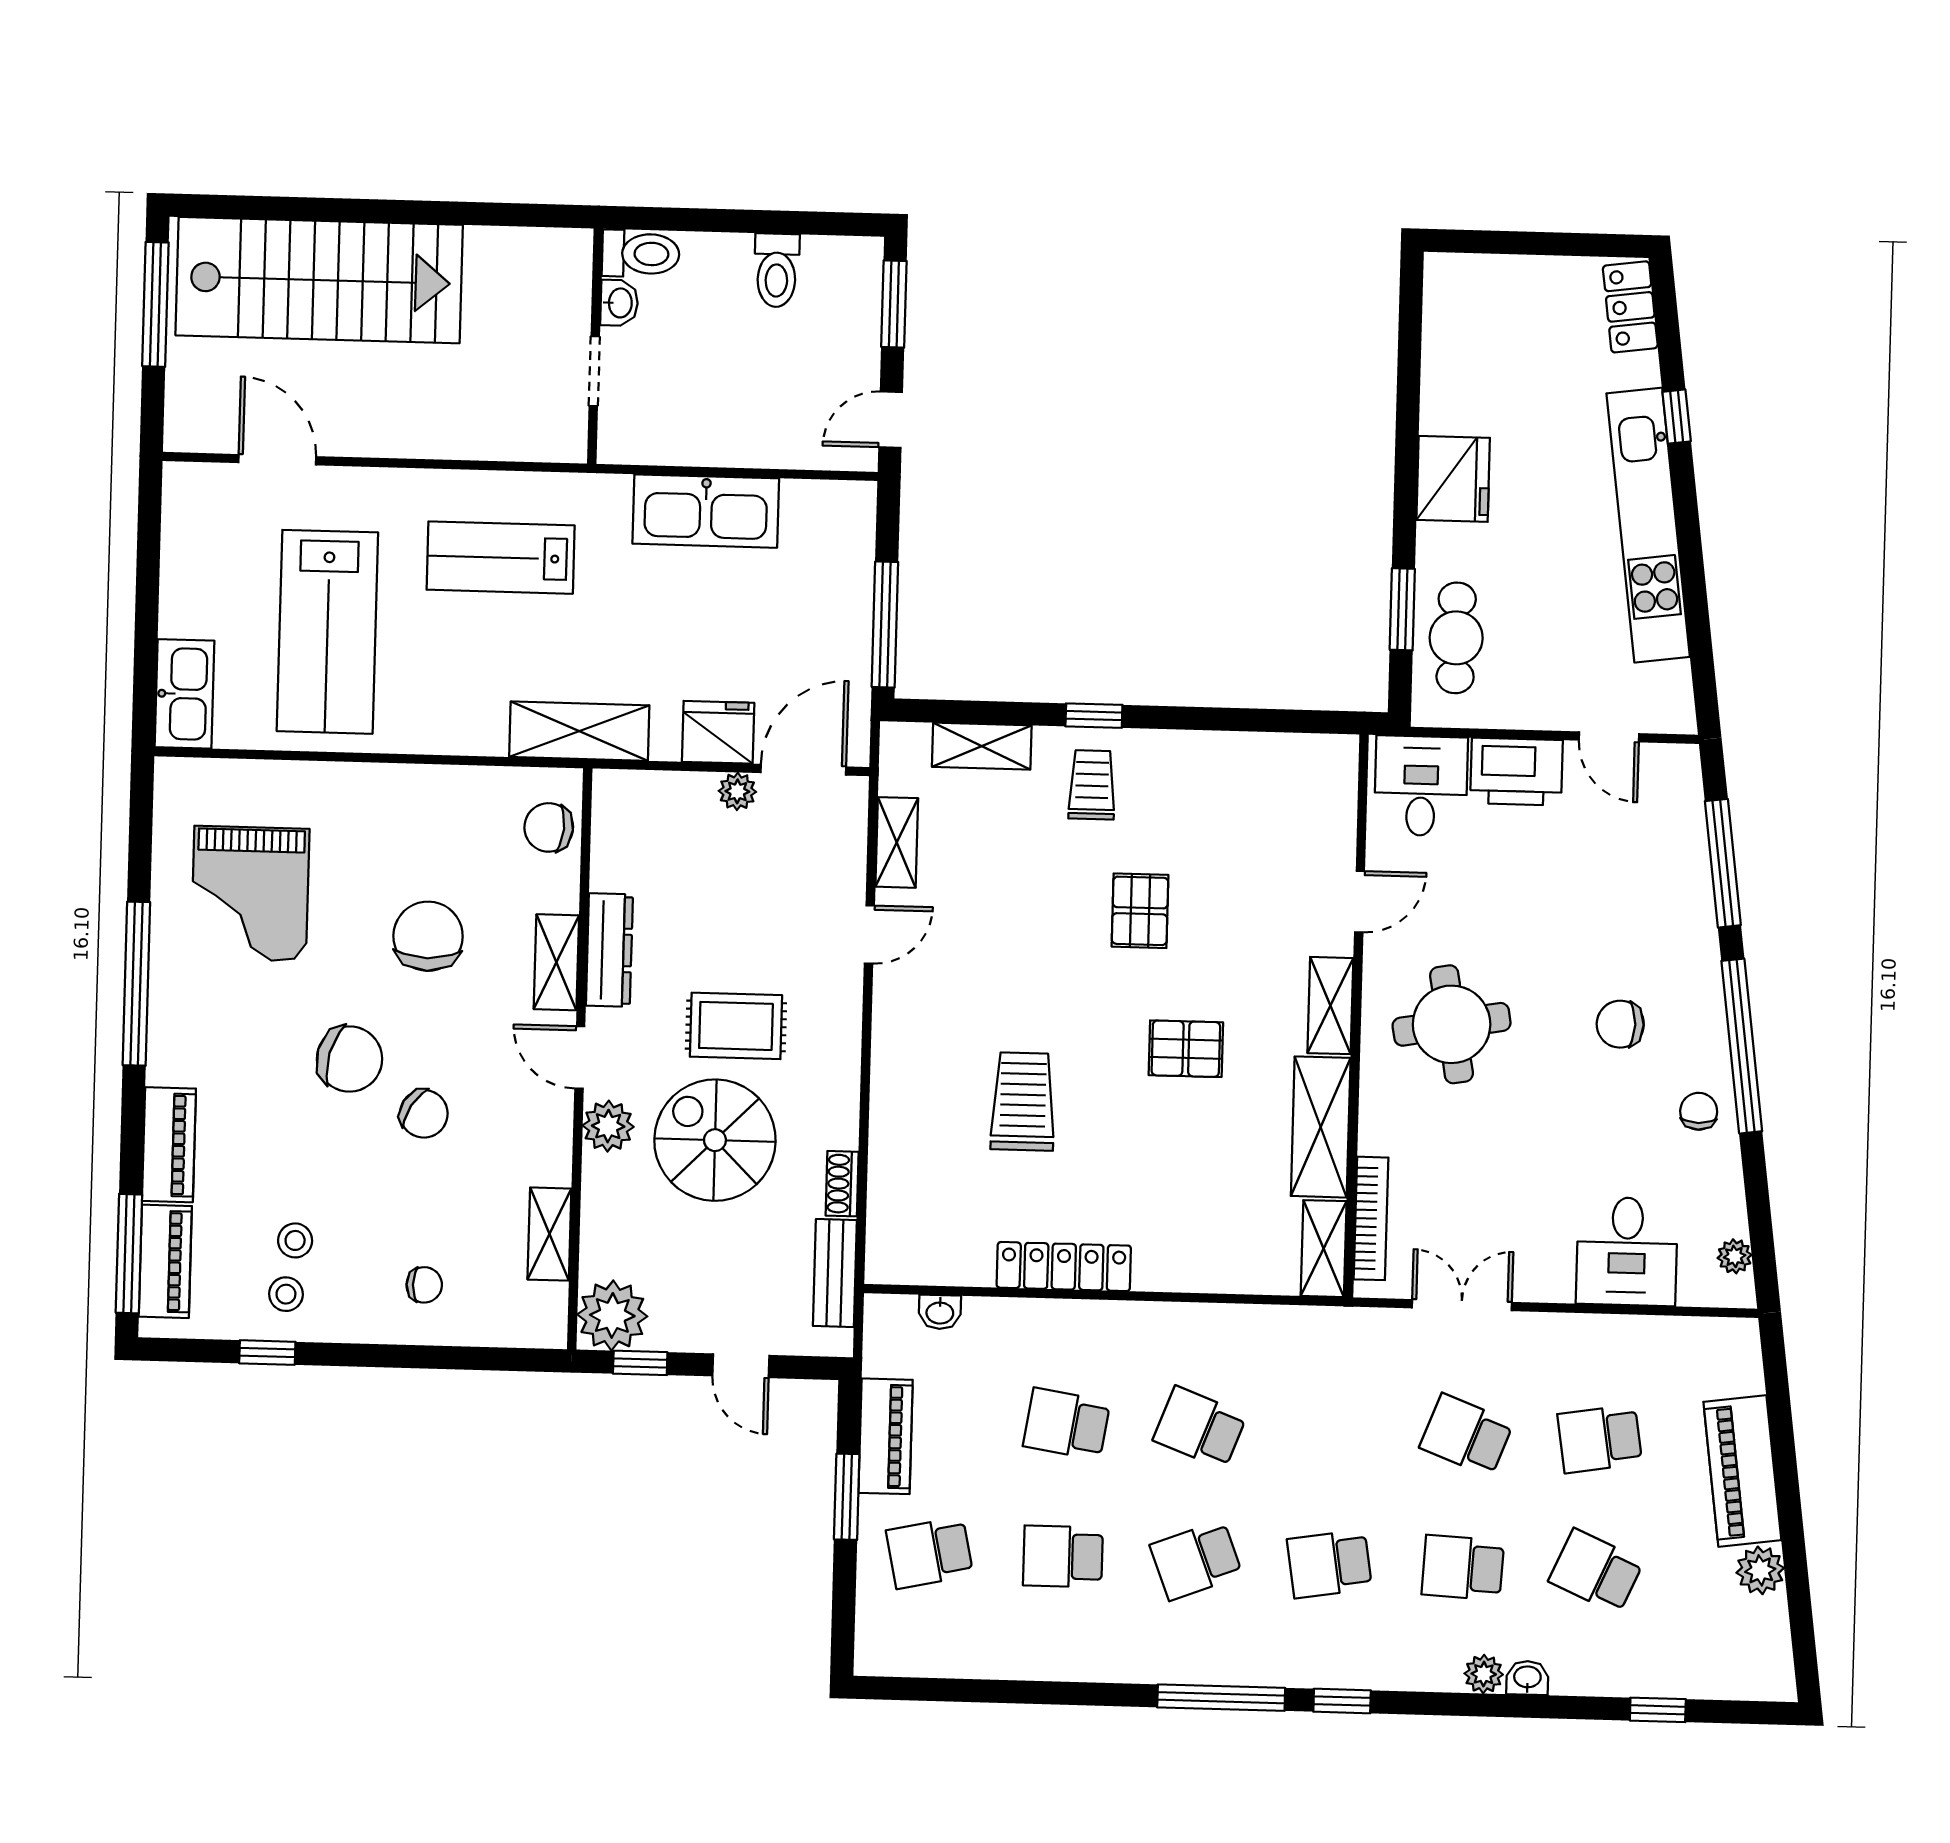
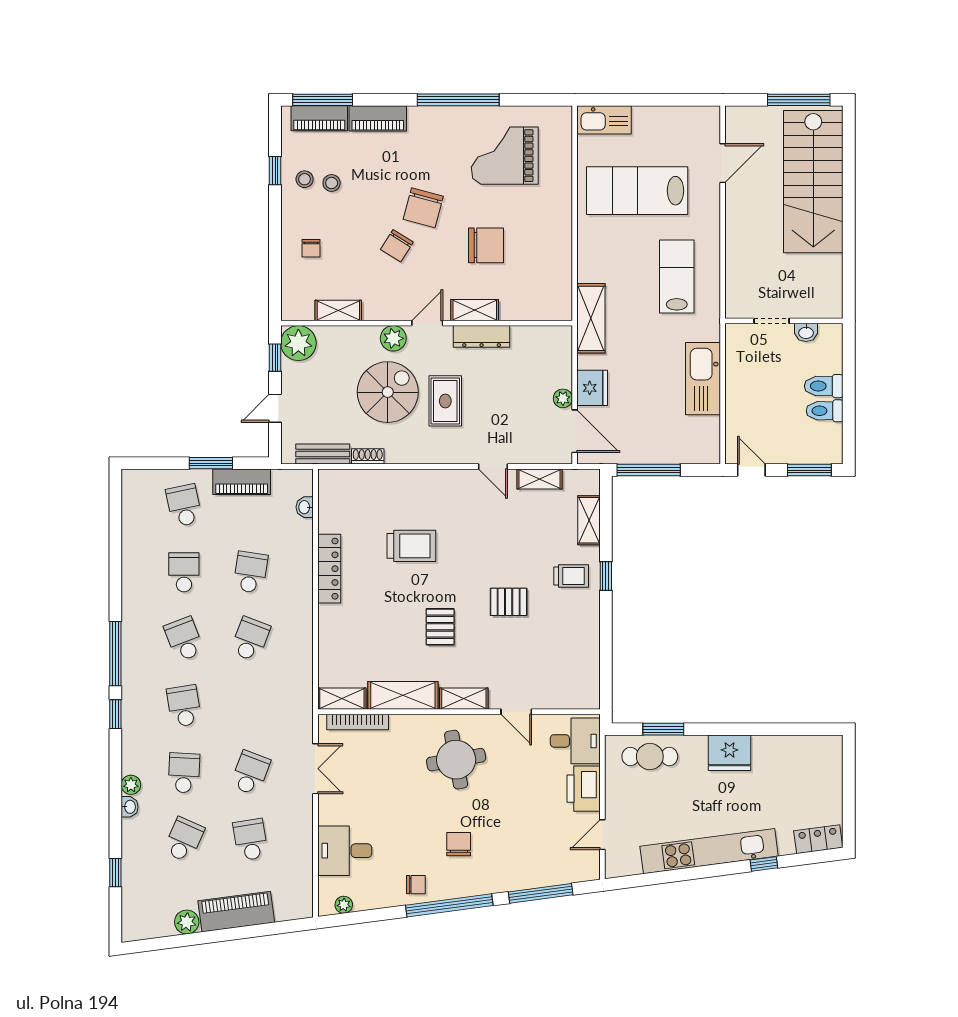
toilet: (641, 254) -> (824, 386), moved, turned 90
chair: (549, 827) -> (542, 304), removed

